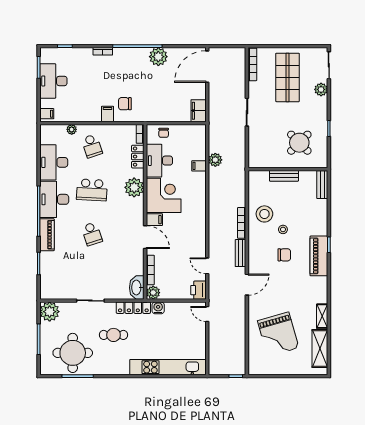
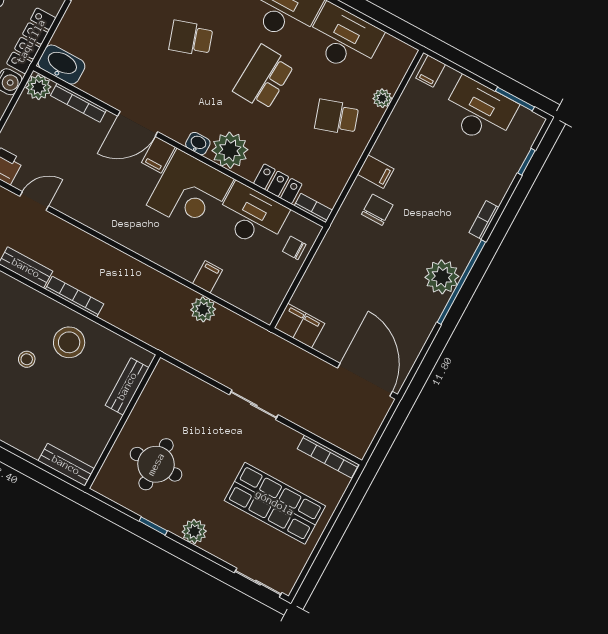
plant: (158, 57) -> (442, 277), moved
plant: (321, 89) -> (194, 531), moved
round table: (299, 143) -> (156, 464), turned 45
bench: (284, 176) -> (127, 386), moved
washbasin: (139, 204) -> (198, 144), added

